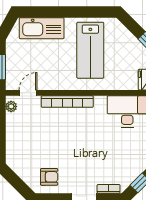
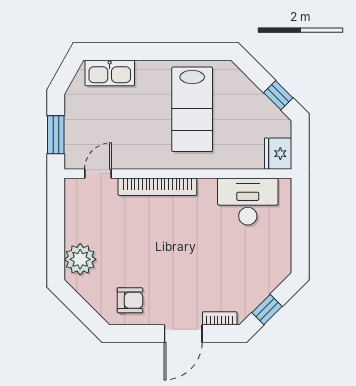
kitchen sink: (42, 28) -> (110, 73), width x0.73, depth x0.81
plant: (11, 106) -> (80, 259), moved, width x1.87, depth x1.87

